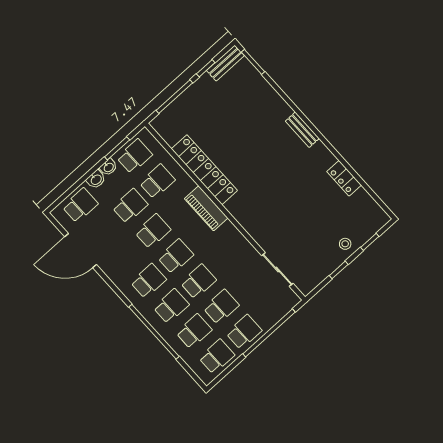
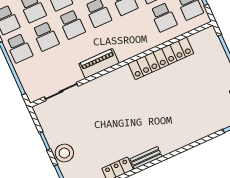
bench: (302, 130) -> (146, 158), moved
piano: (206, 208) -> (99, 63), moved
stool: (345, 244) -> (64, 153), width x1.89, depth x1.89

